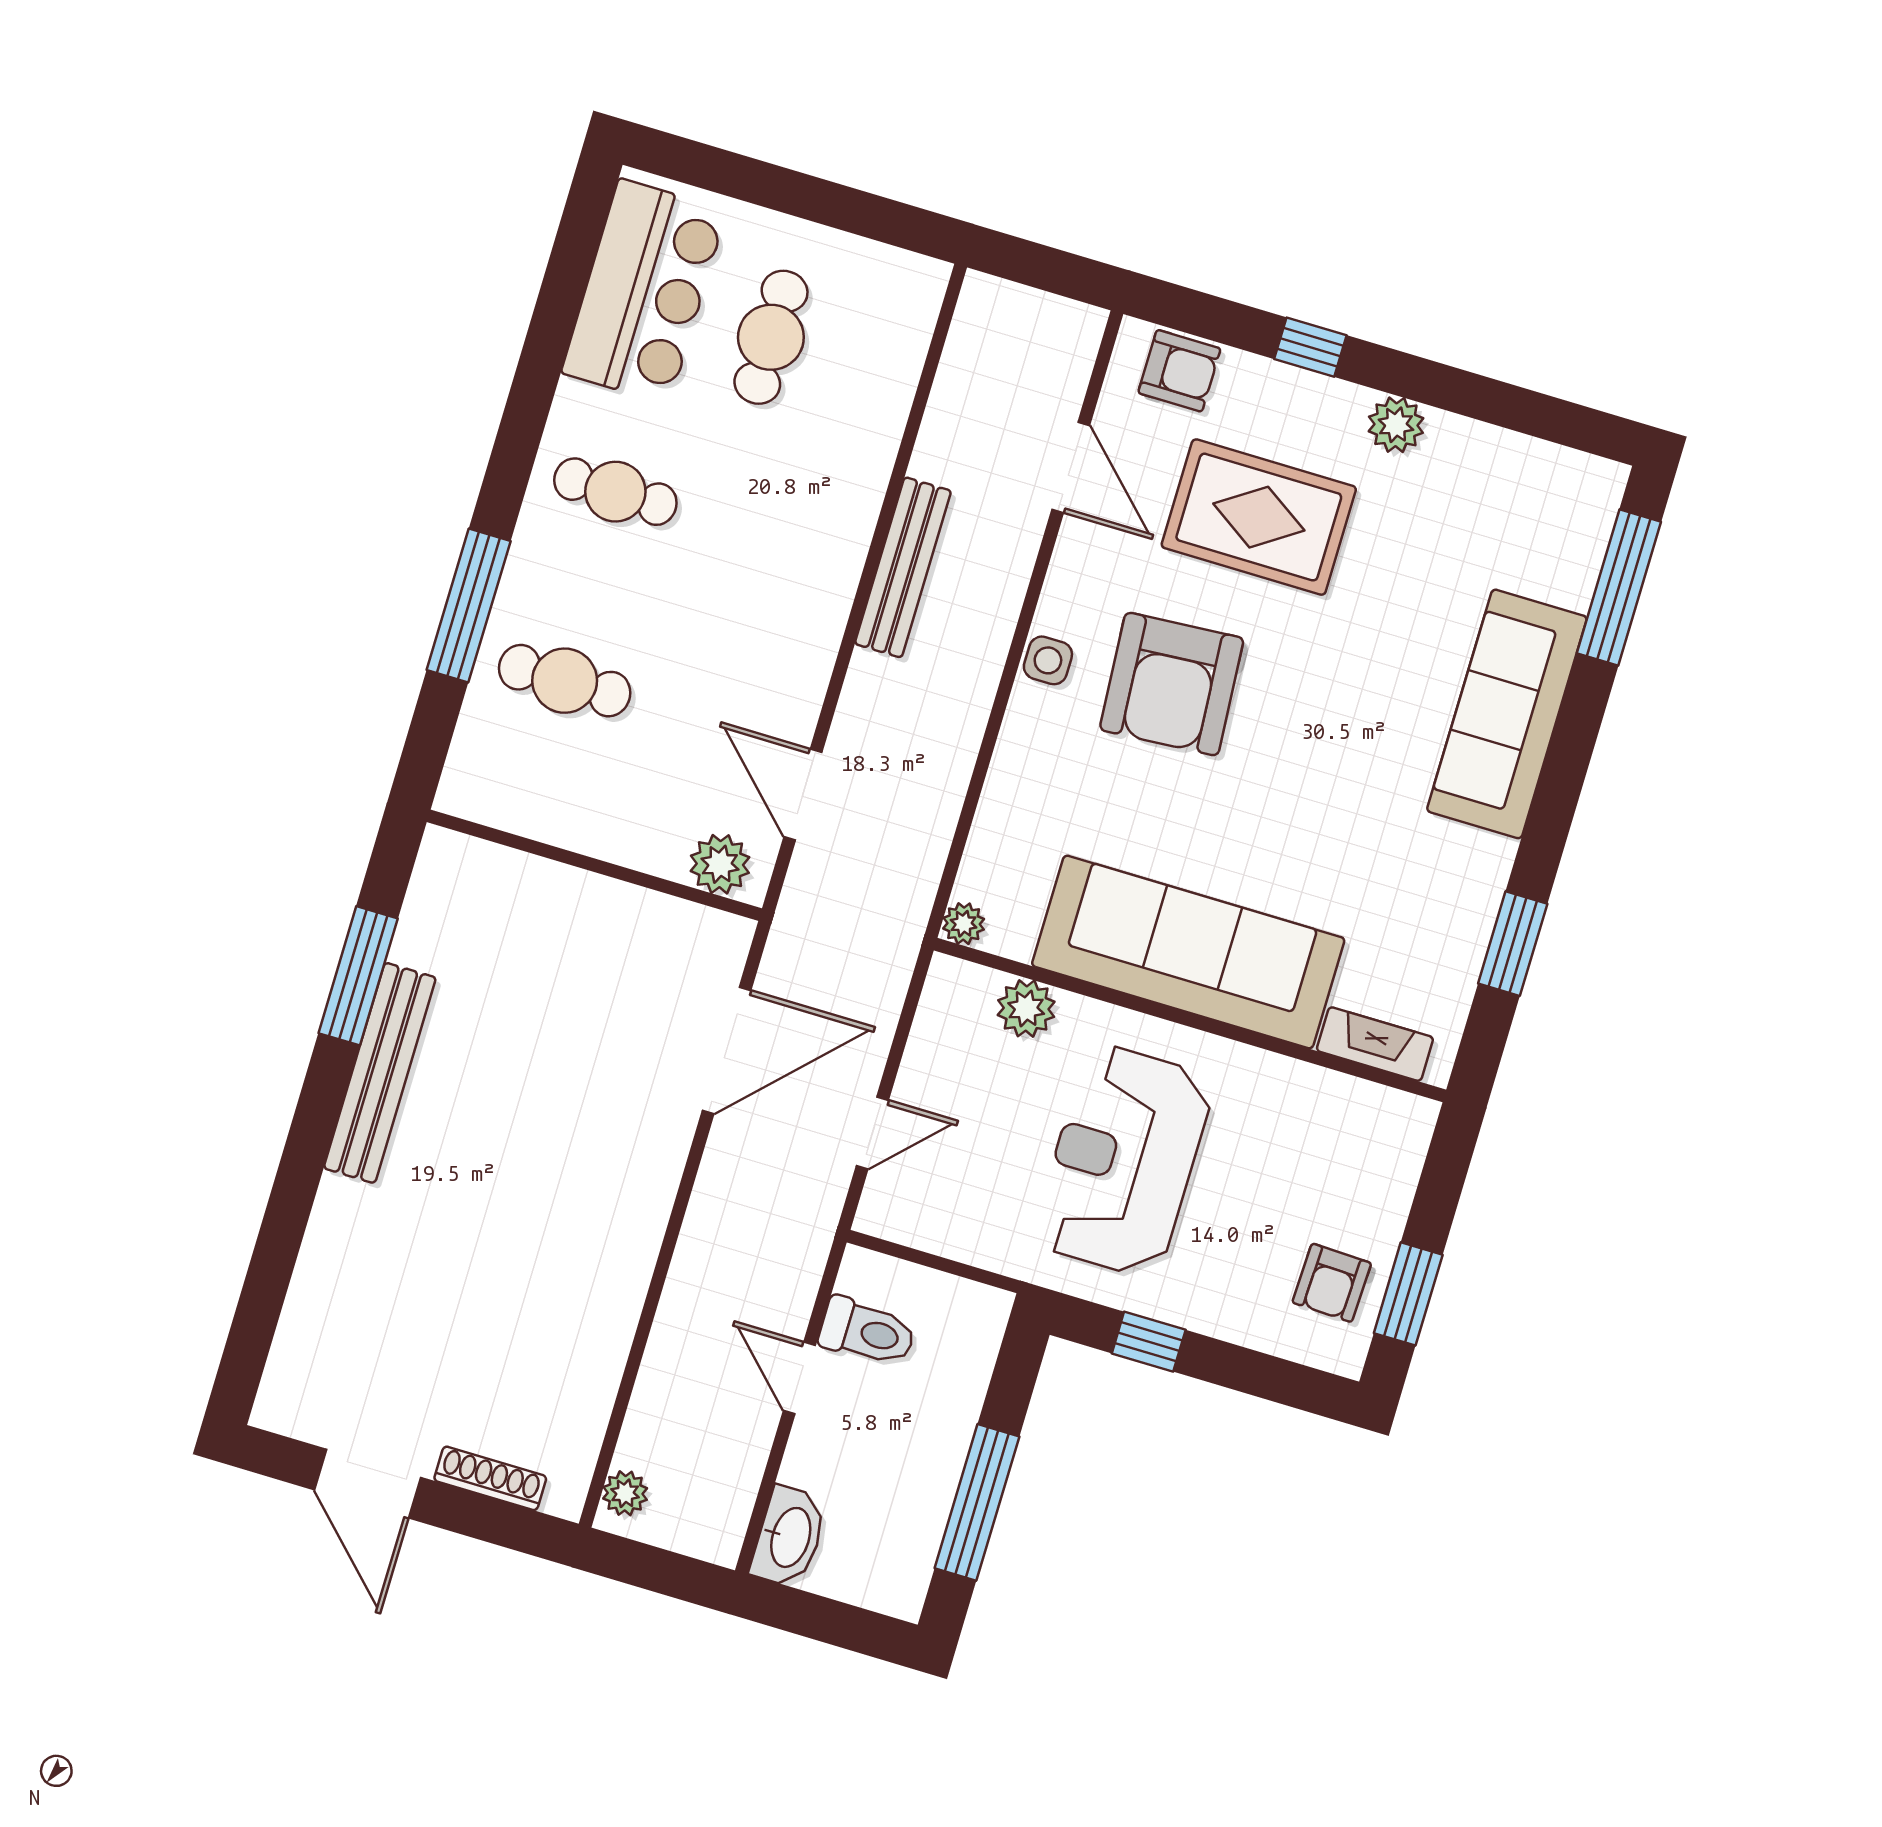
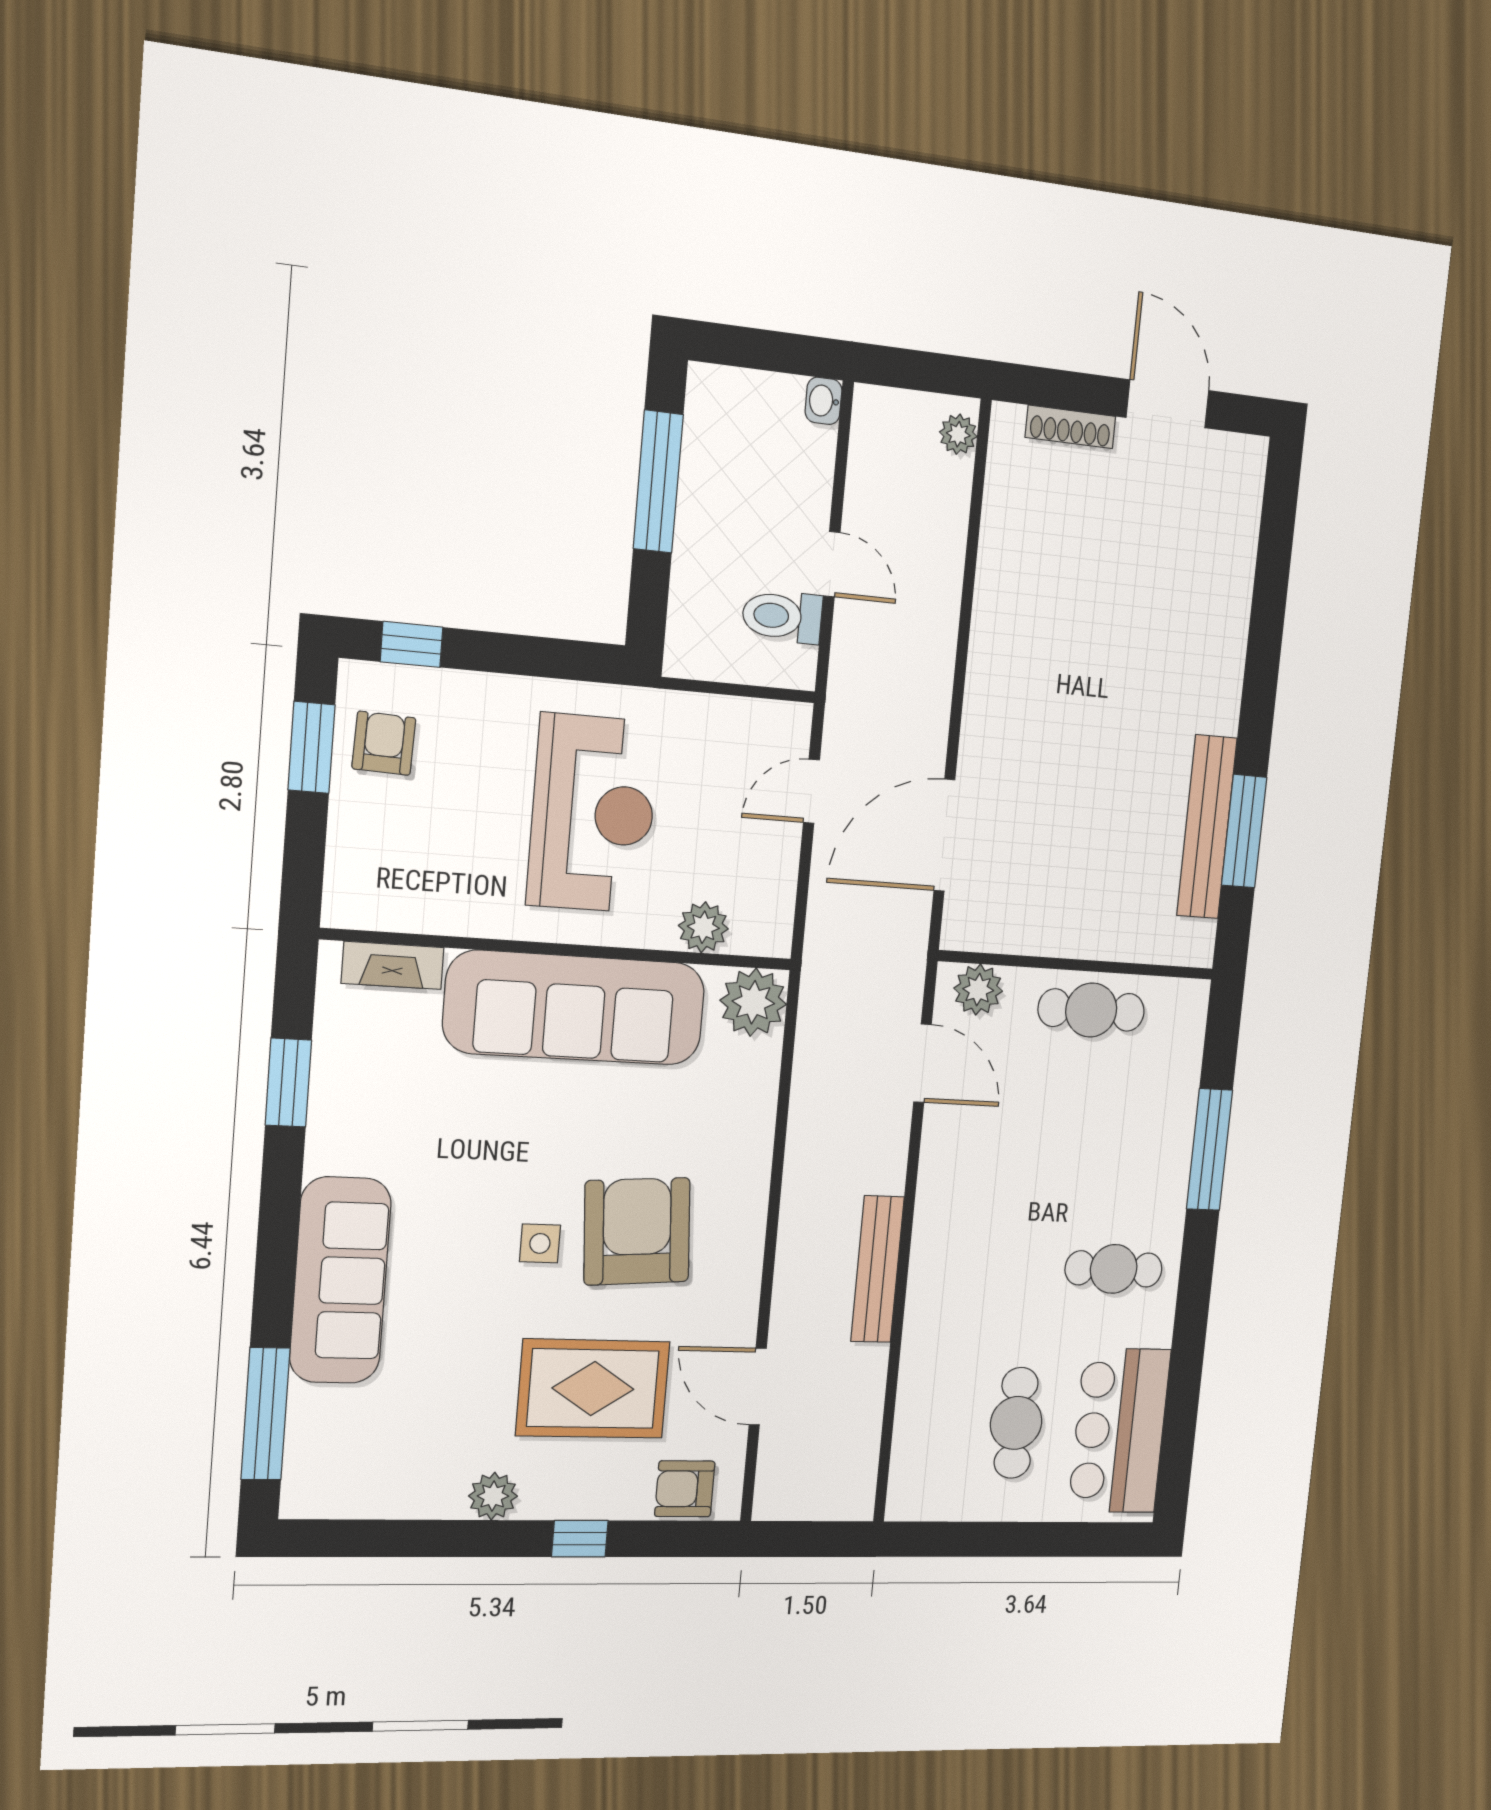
side table: (1048, 660) -> (540, 1243), moved
cafe table: (565, 681) -> (1091, 1010), moved
plant: (964, 924) -> (753, 1002), width x1.87, depth x1.87
bench: (380, 1073) -> (1207, 827), moved
window: (1149, 1342) -> (412, 644), moved
washbasin: (789, 1537) -> (823, 401), width x0.52, depth x0.69

